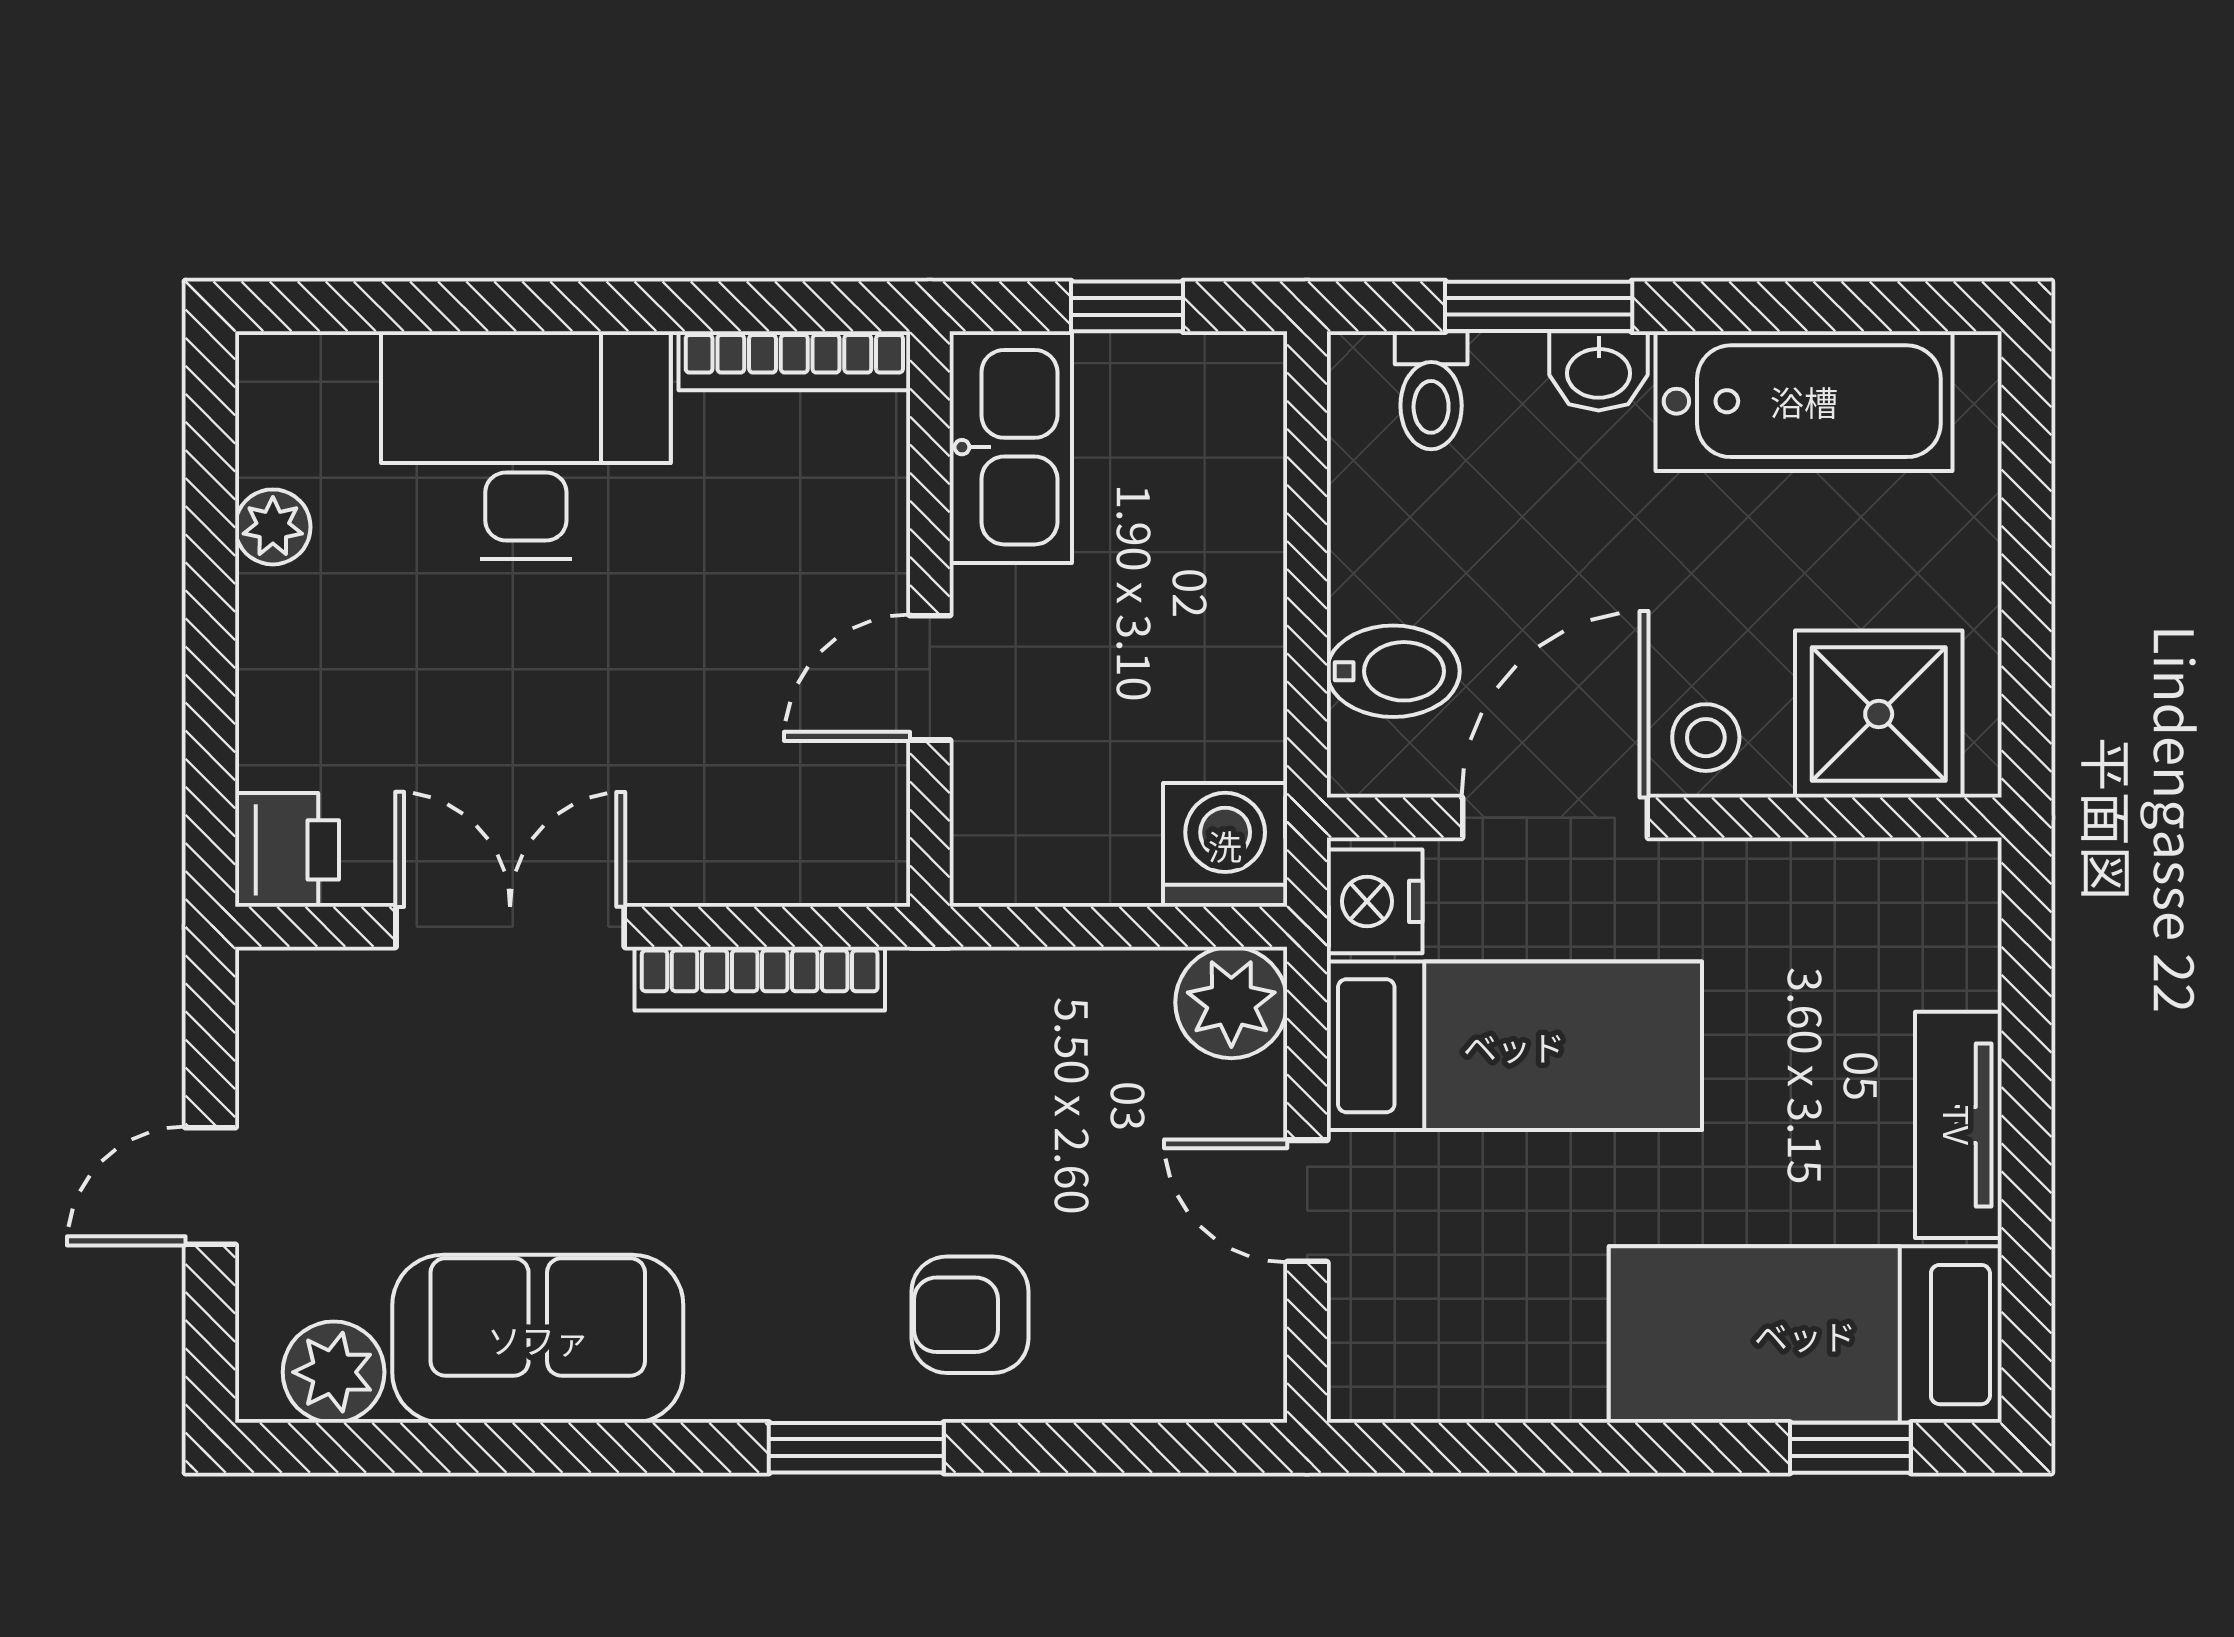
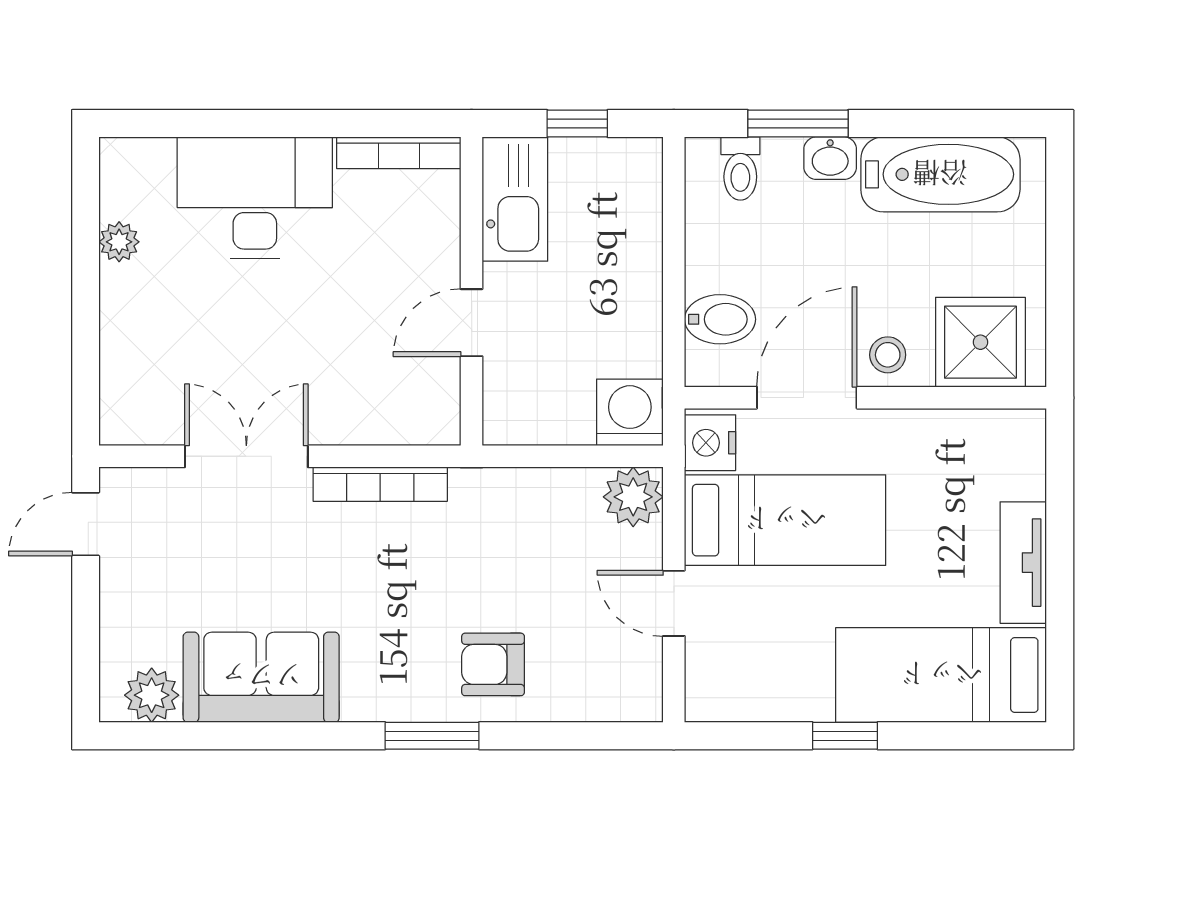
printer: (287, 850) -> (127, 415), removed
door: (210, 1186) -> (86, 524), moved
window: (1850, 1448) -> (845, 736), moved

